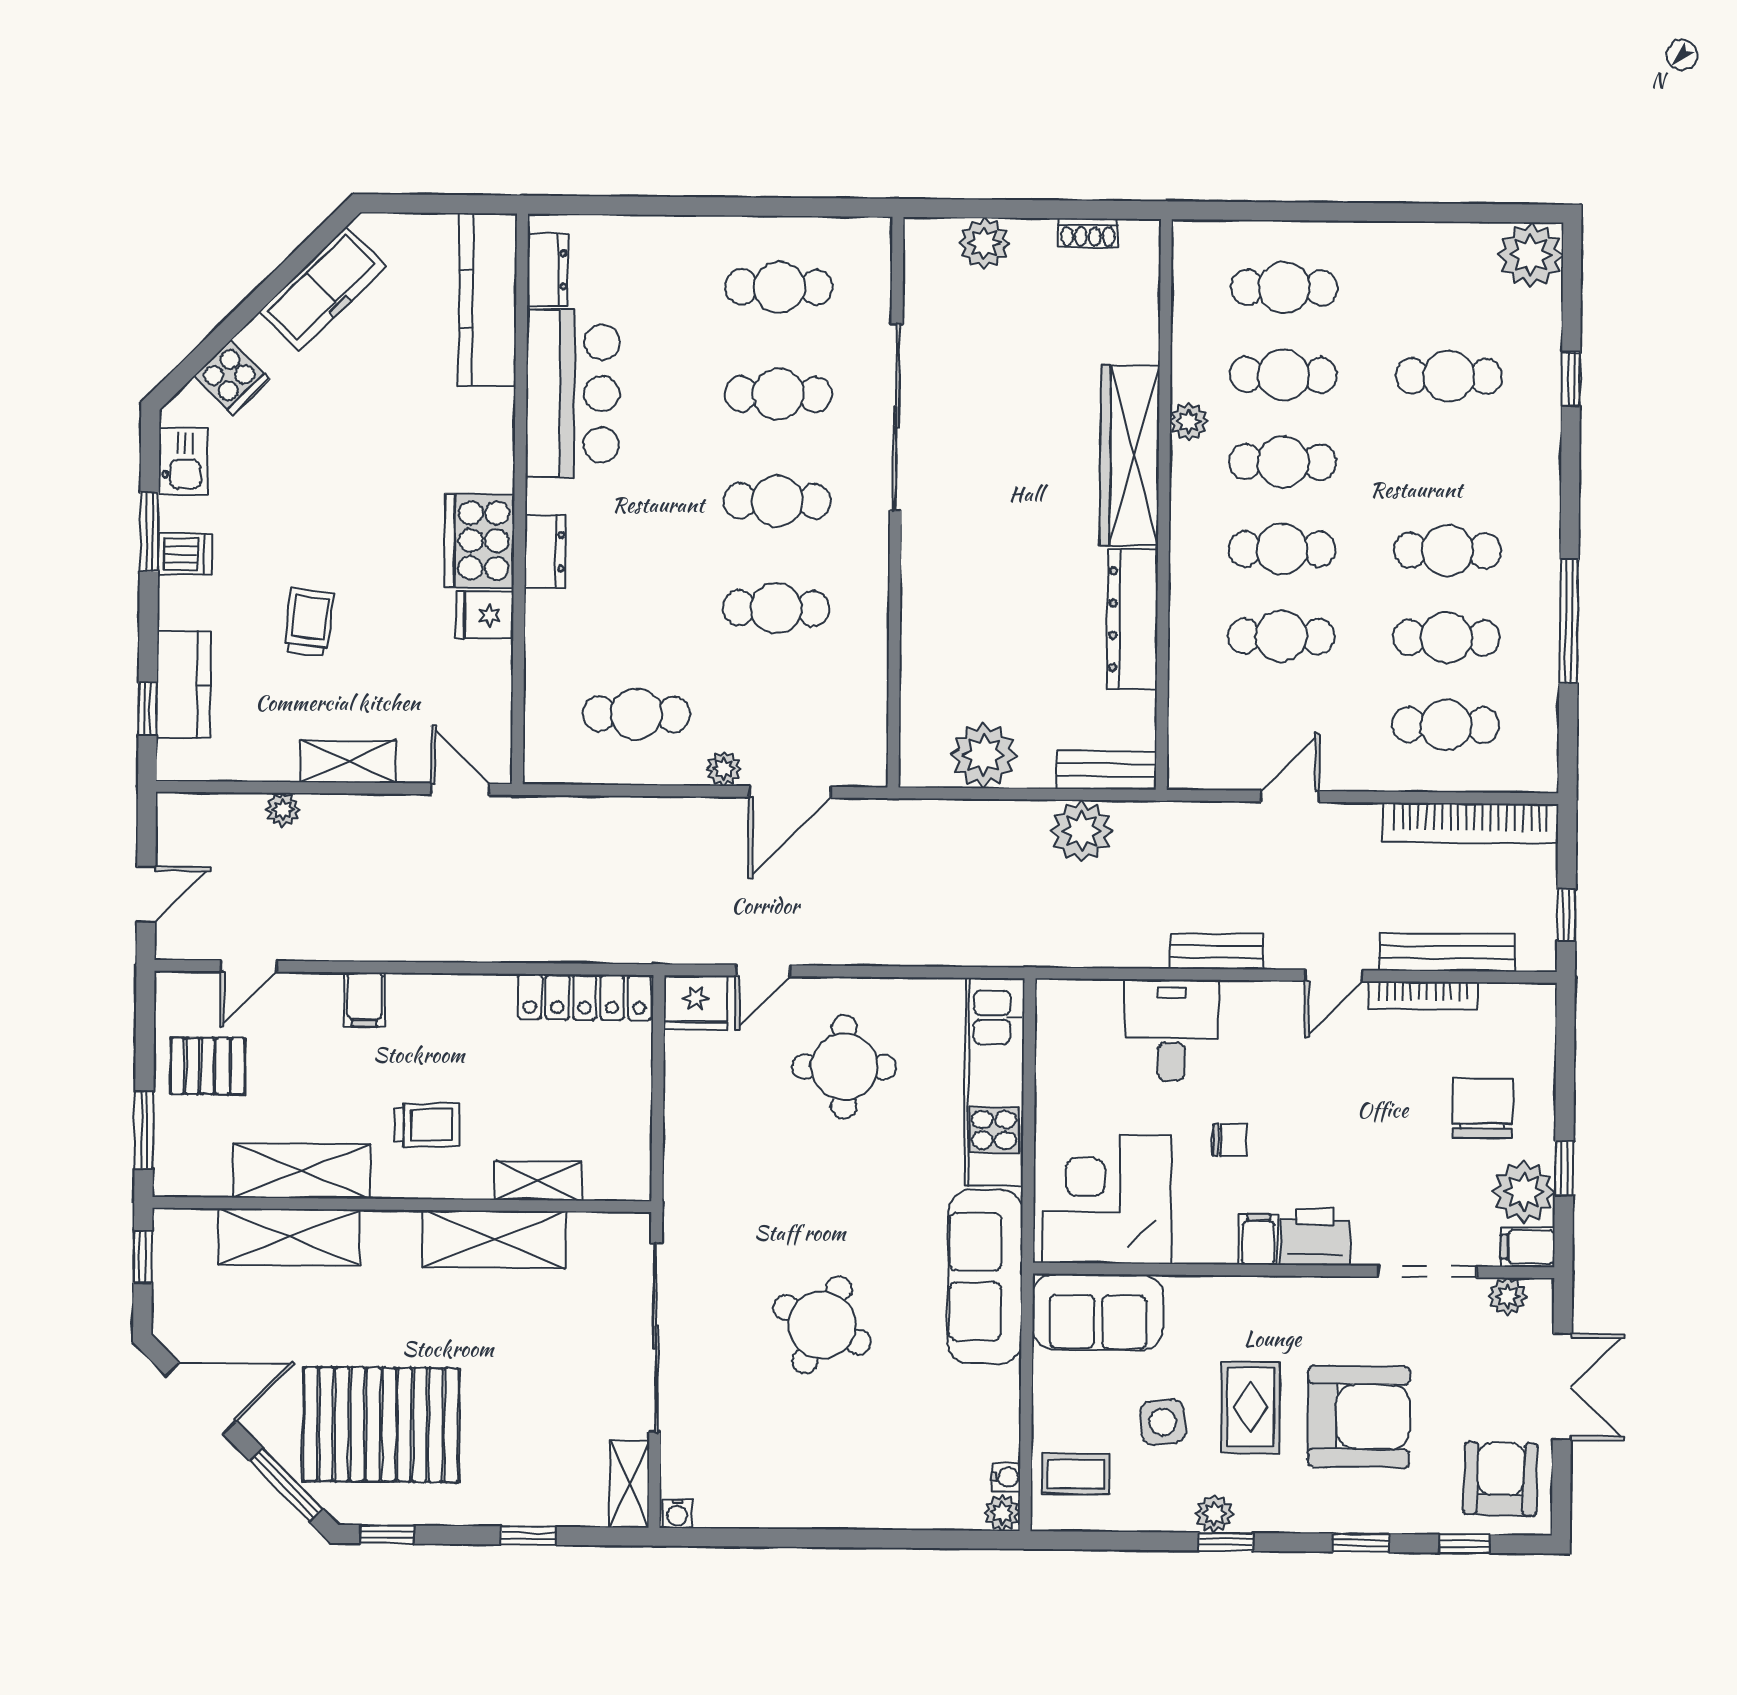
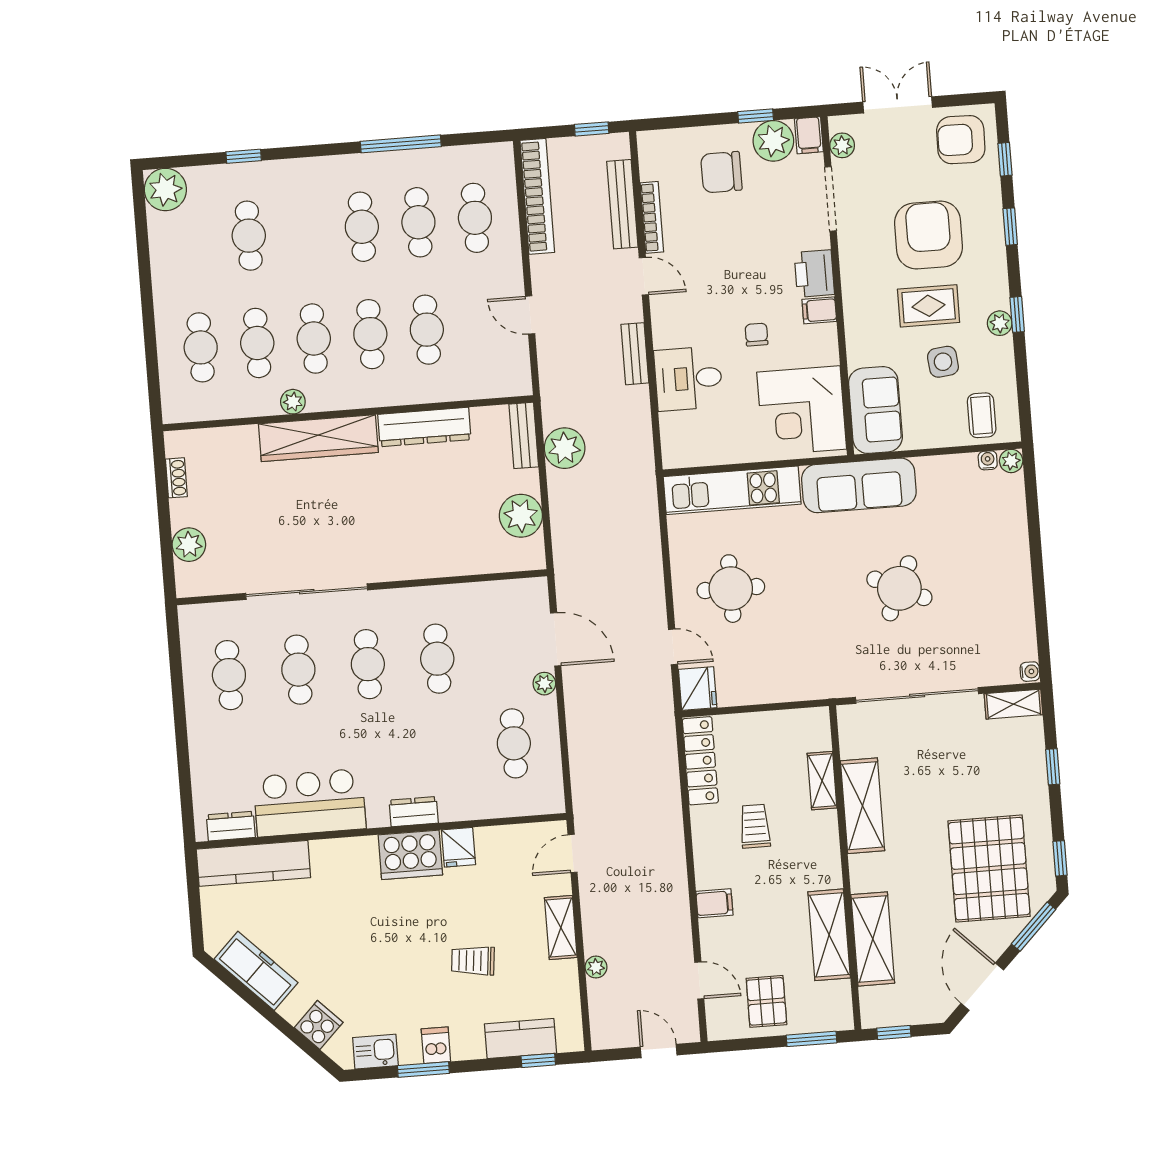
trolley: (427, 1125) -> (755, 826), moved

